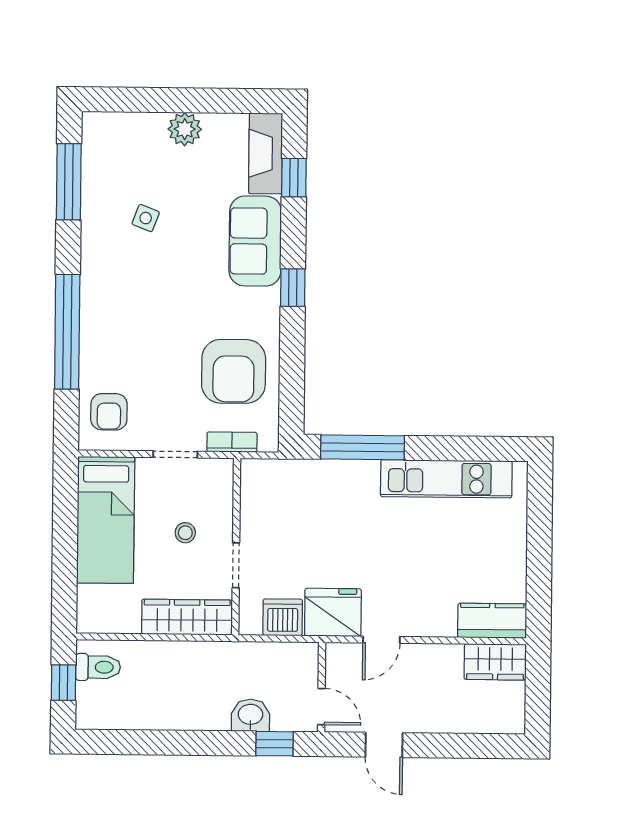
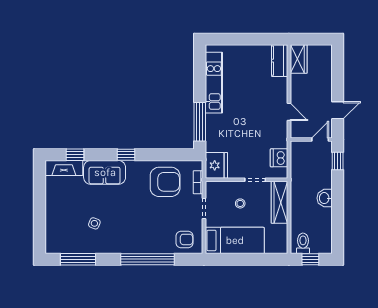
plant: (185, 129) -> (53, 206), removed
fridge: (333, 612) -> (216, 165), moved, turned 180
washbasin: (250, 715) -> (325, 198), moved

